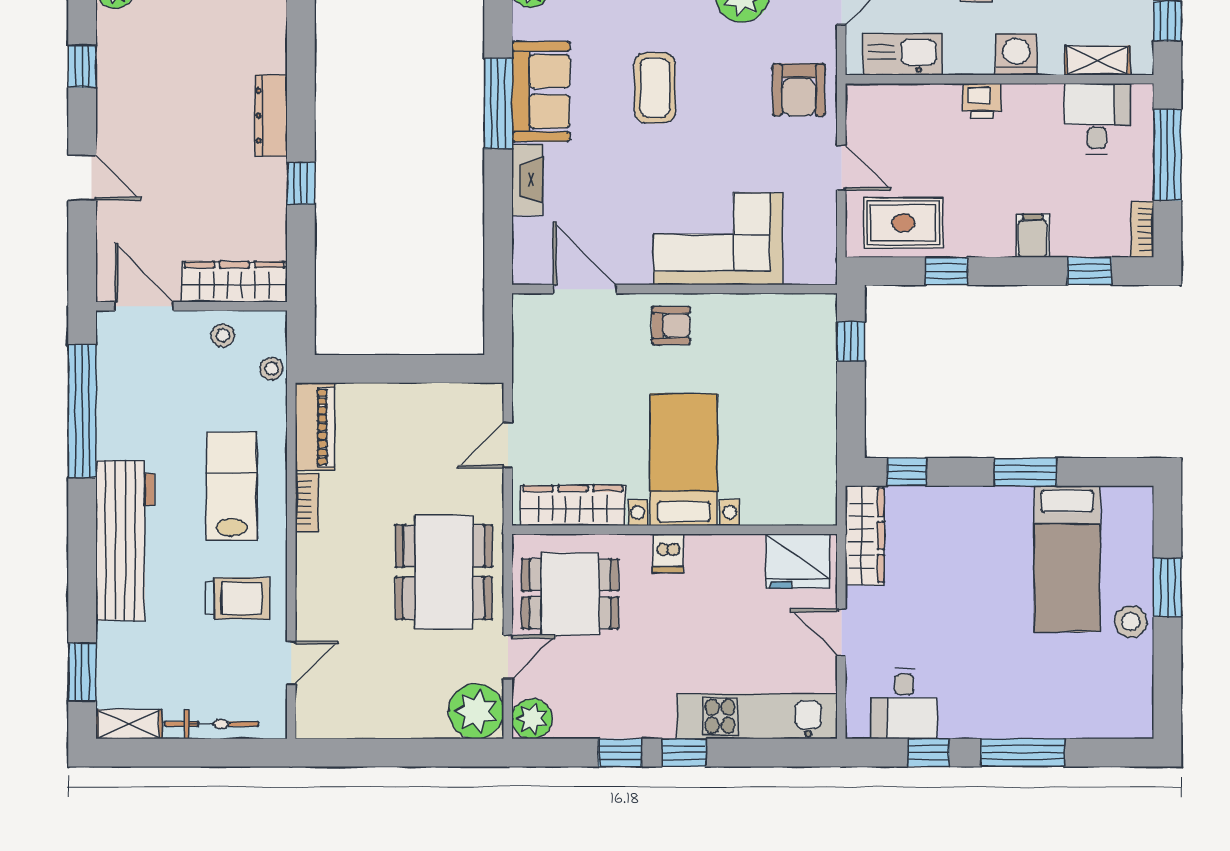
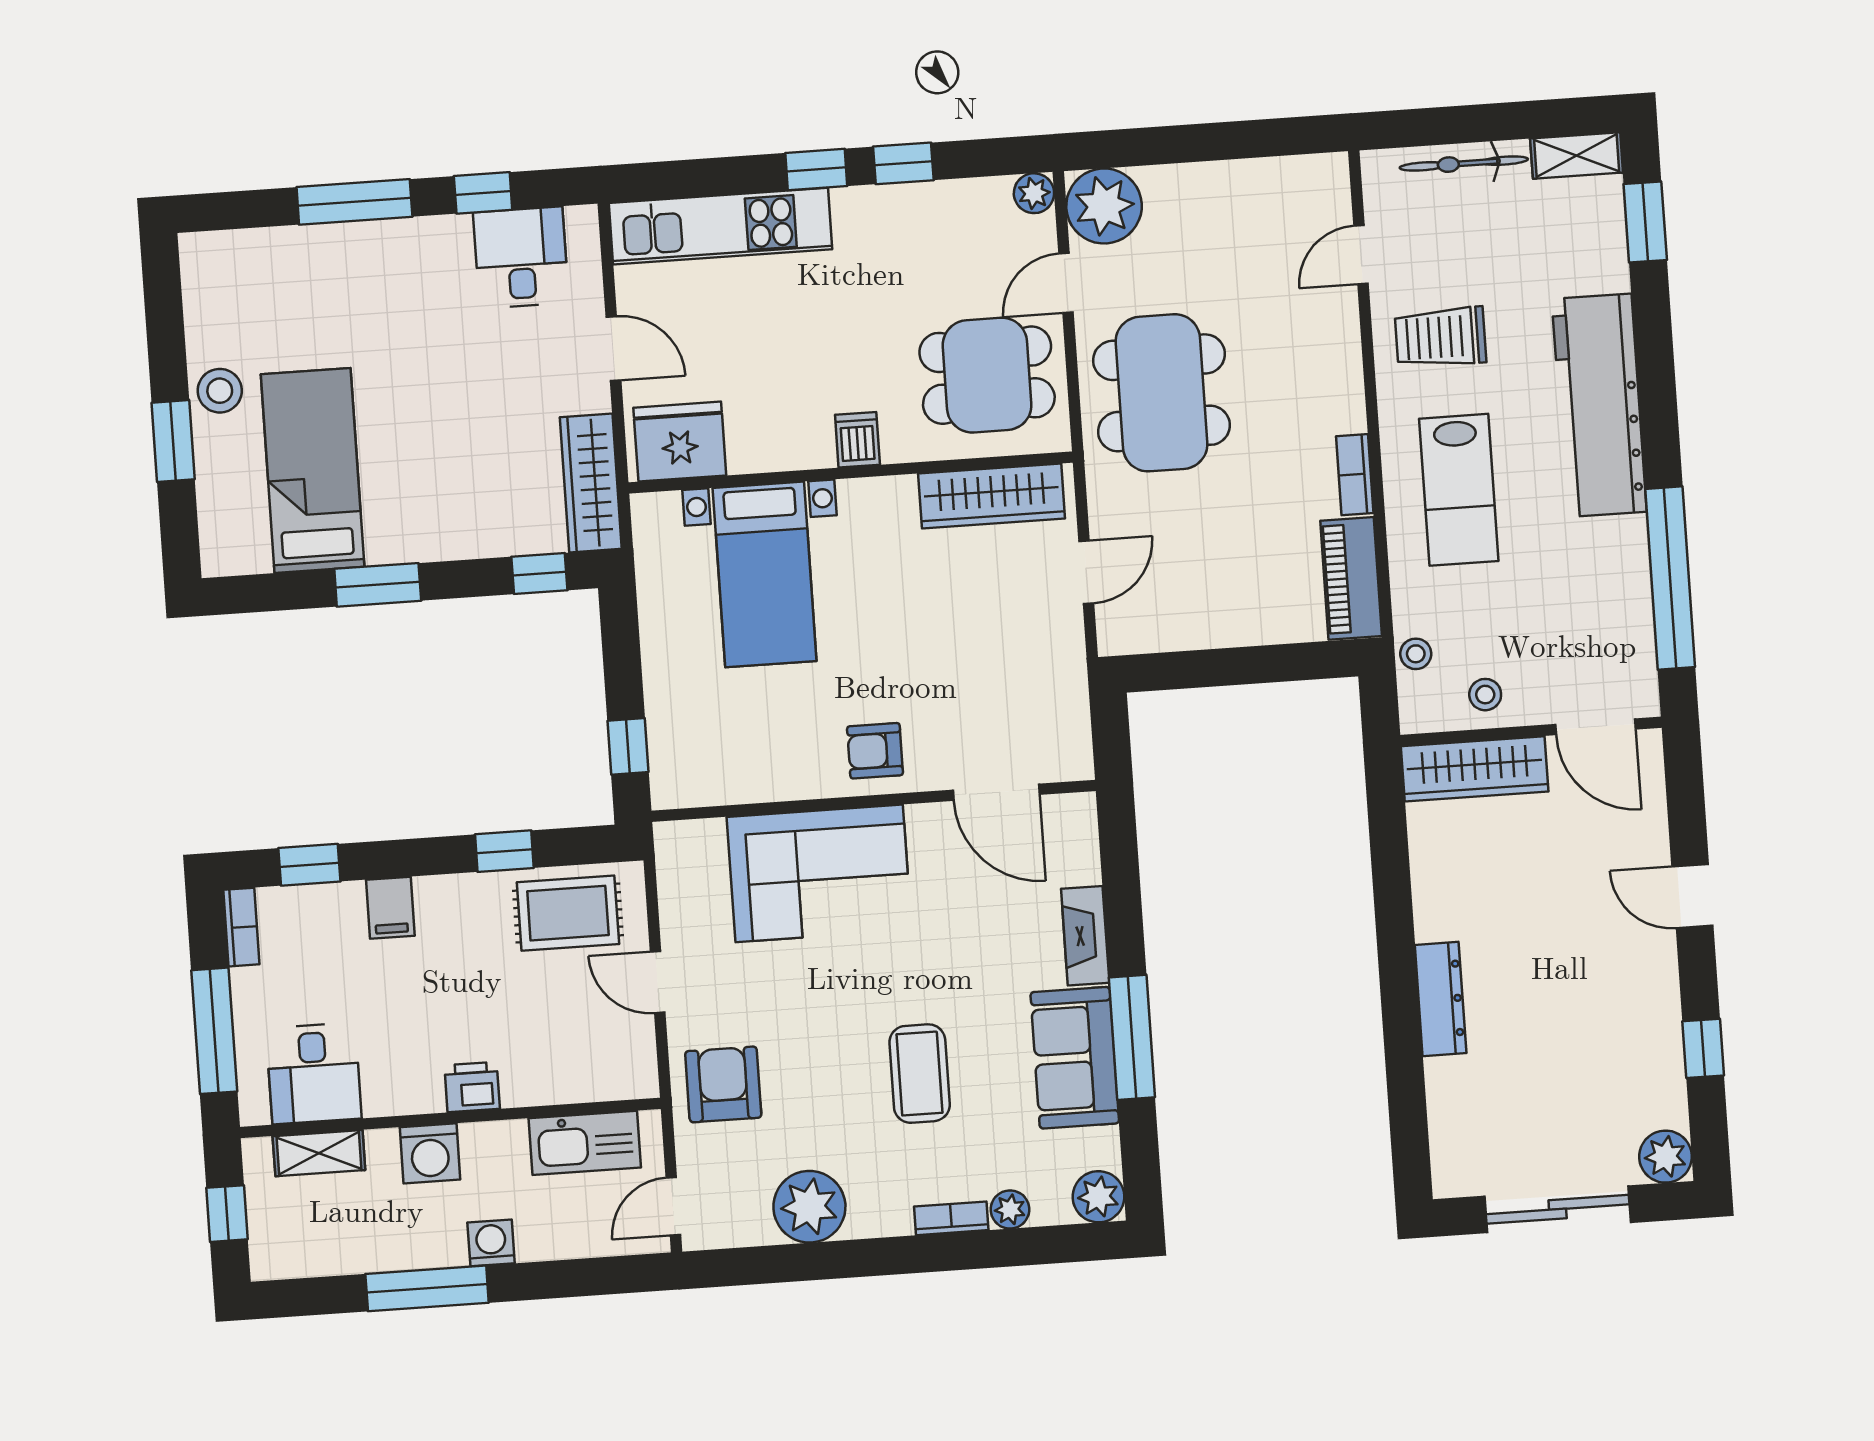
window: (301, 183) -> (1394, 910), removed
bed with nightstands: (684, 460) -> (765, 574), moved
plant: (532, 719) -> (1034, 193), width x0.73, depth x0.73

